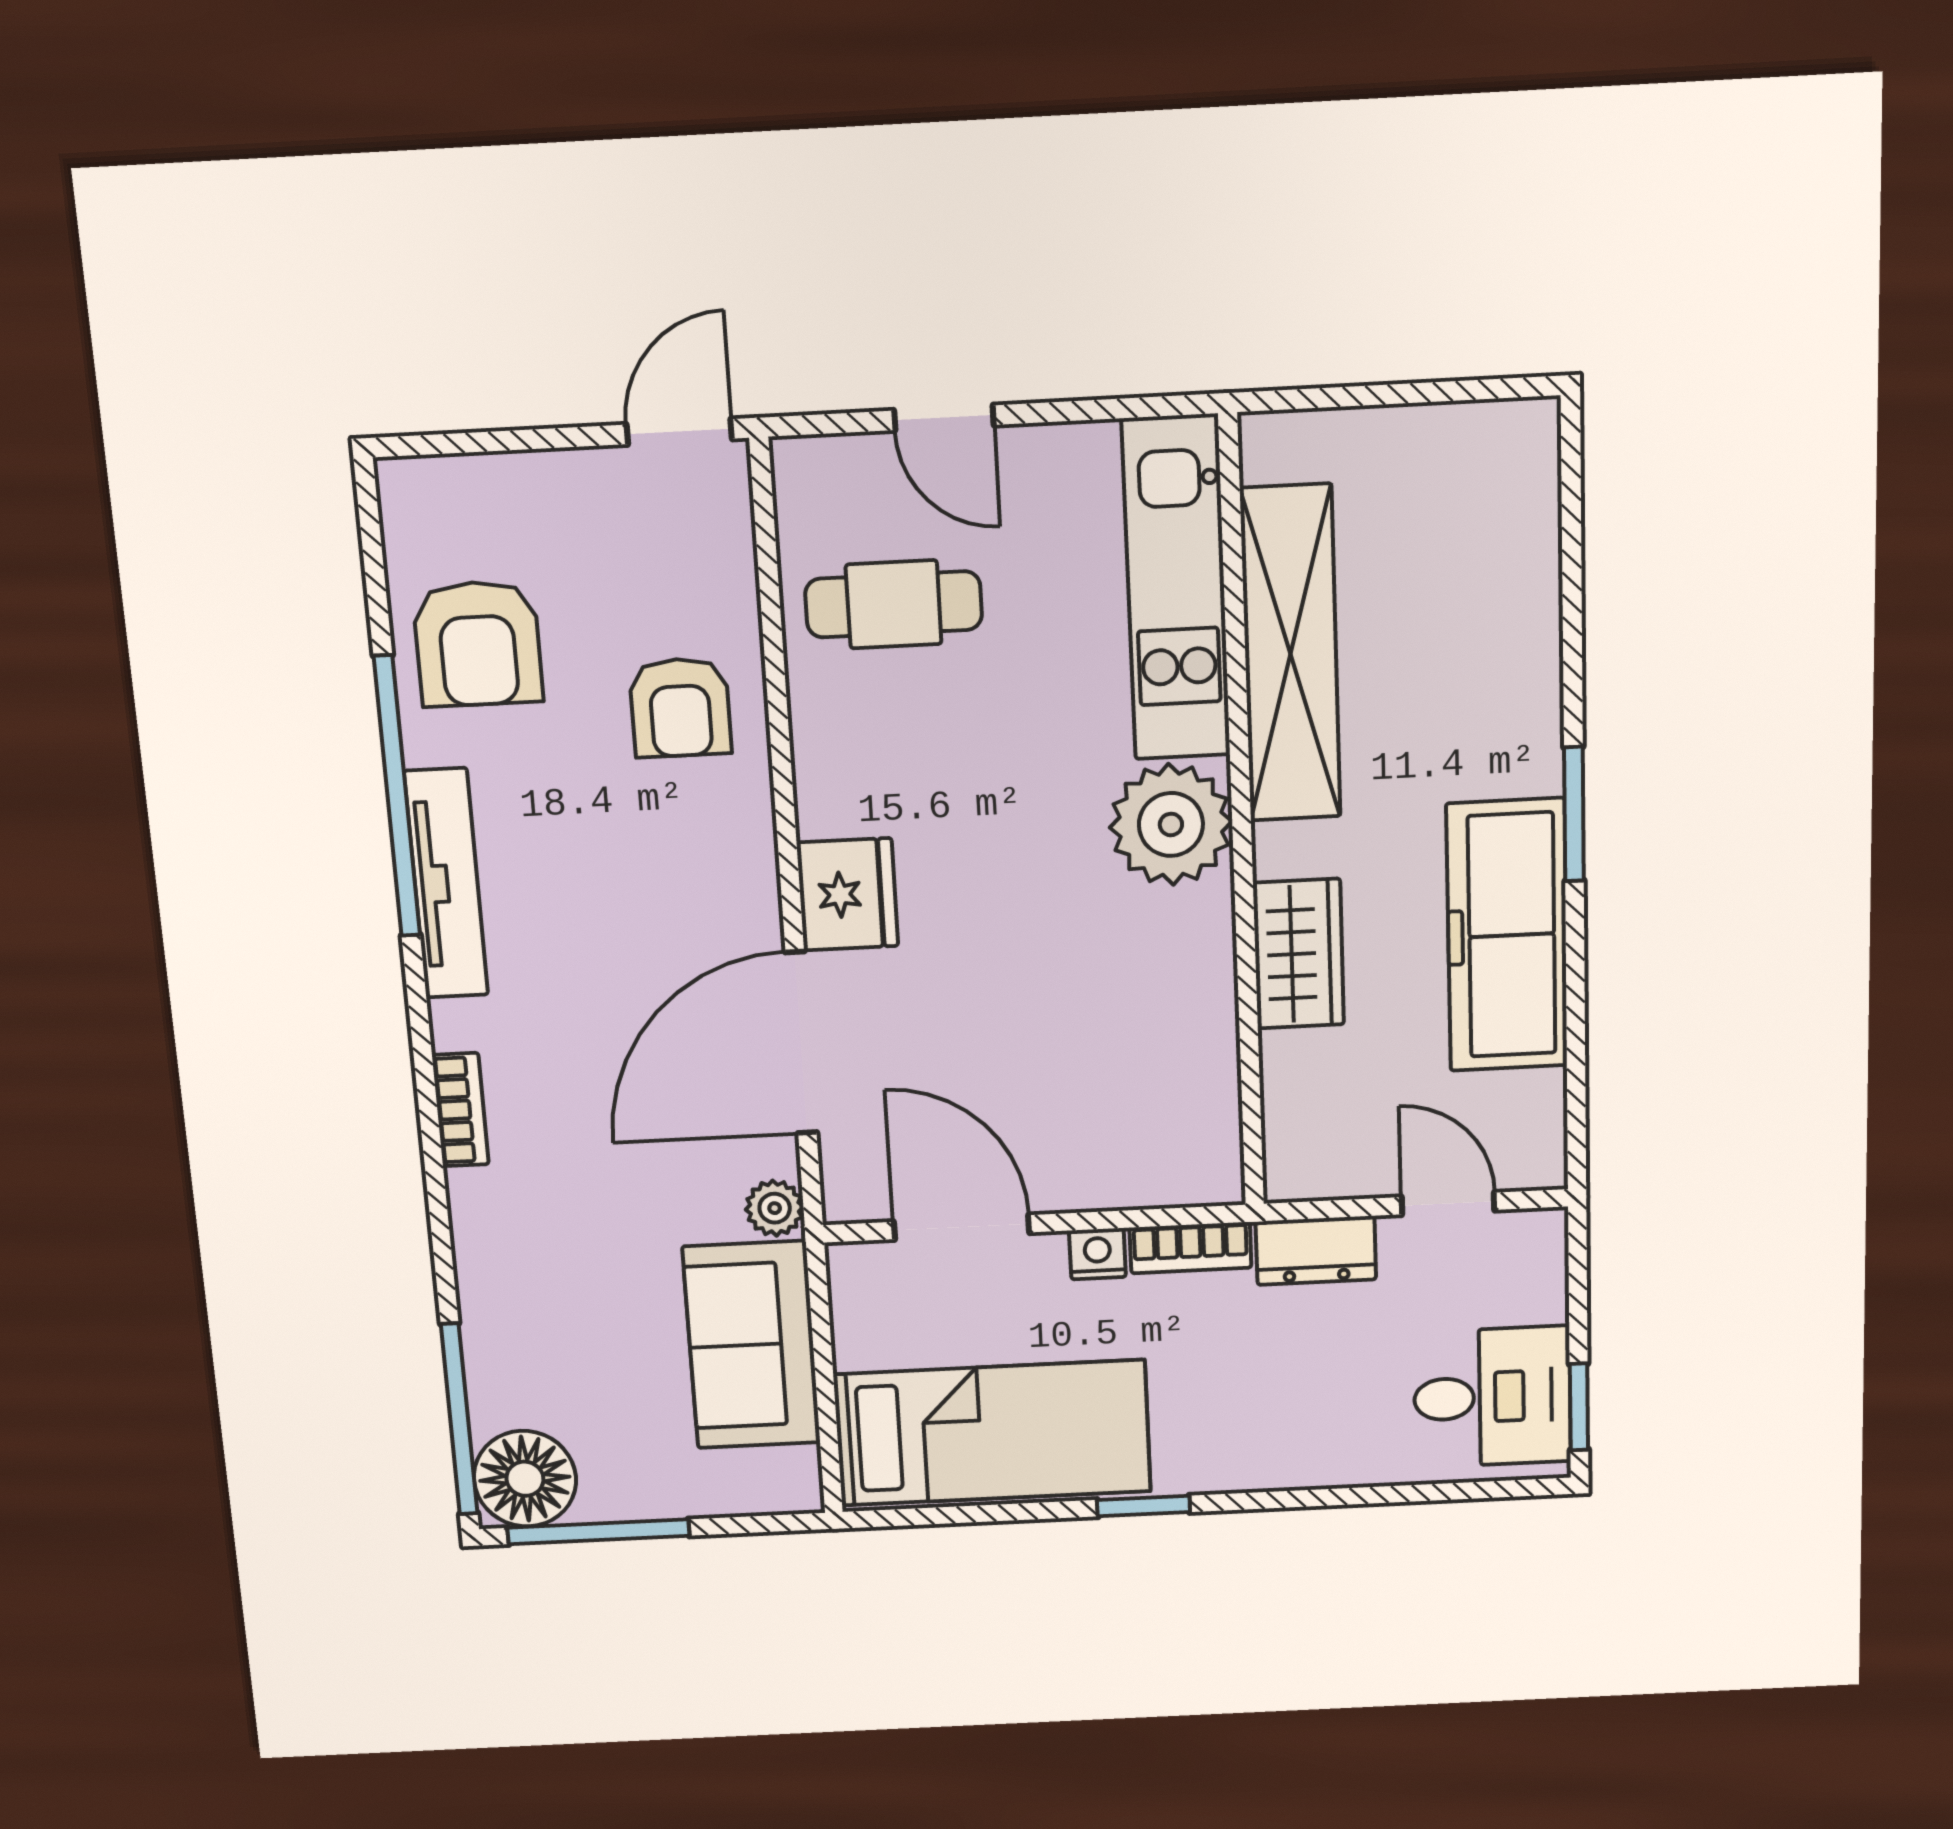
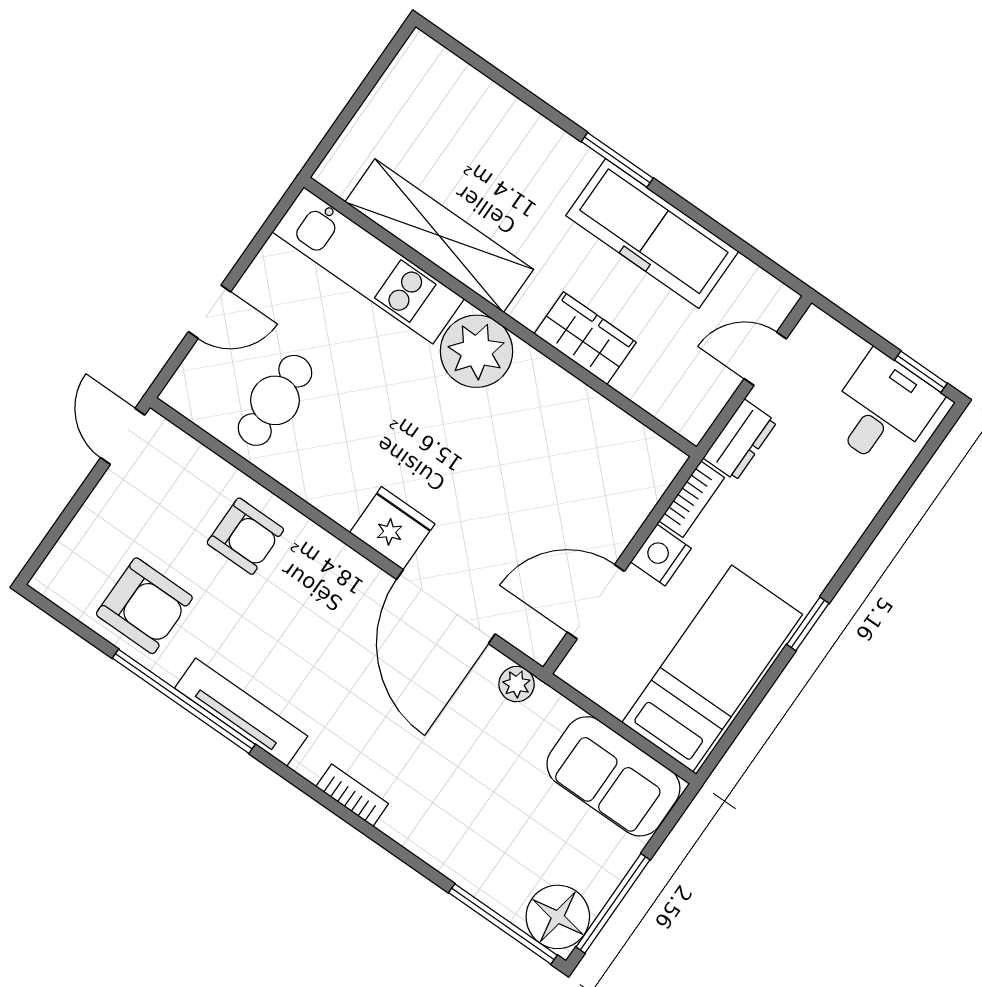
nightstand: (1097, 1254) -> (661, 555), width x1.39, depth x1.35
sofa: (752, 1345) -> (613, 776), moved

